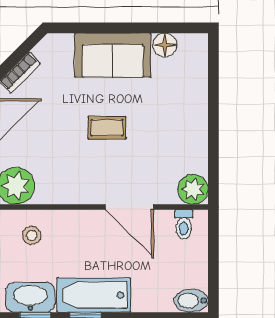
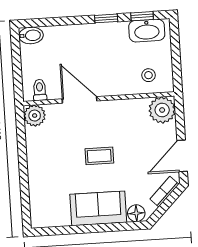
floor lamp: (165, 45) -> (136, 213), moved
bathtub: (94, 295) -> (101, 35), removed

